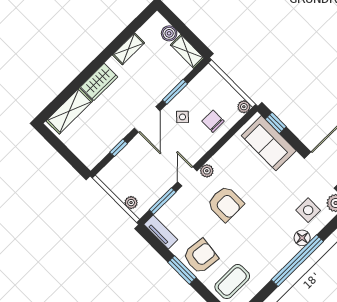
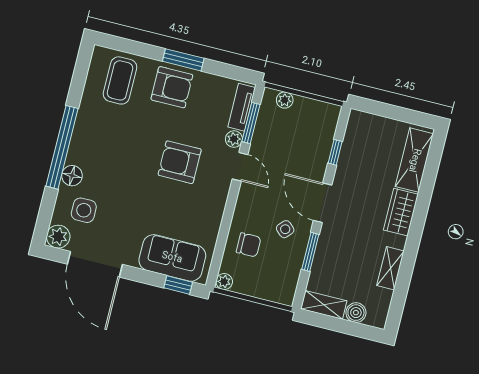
plant: (207, 171) -> (234, 139), moved
tv unit: (161, 232) -> (242, 107), moved, turned 90
armchair: (201, 256) -> (172, 87), turned -97

